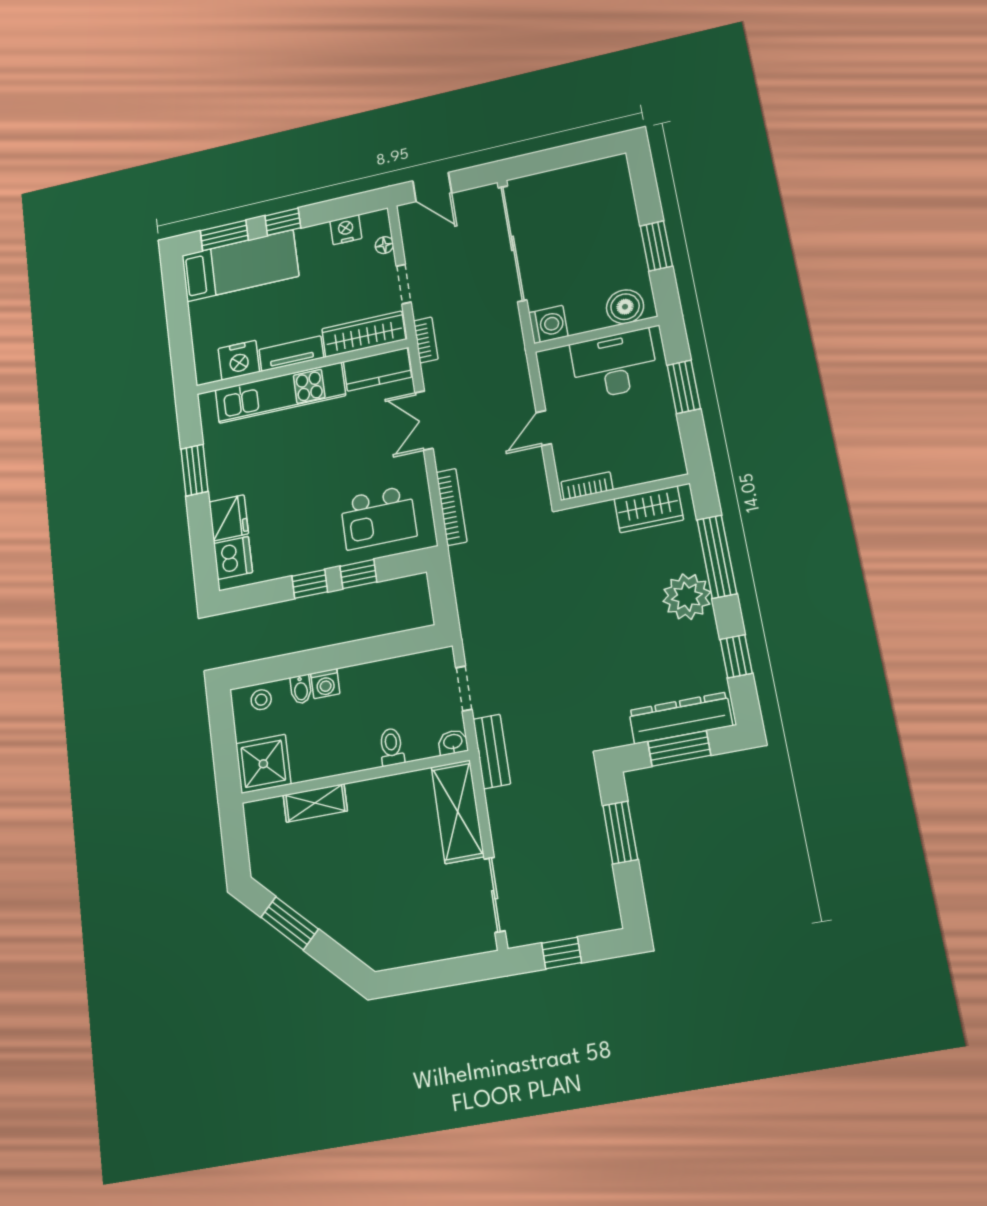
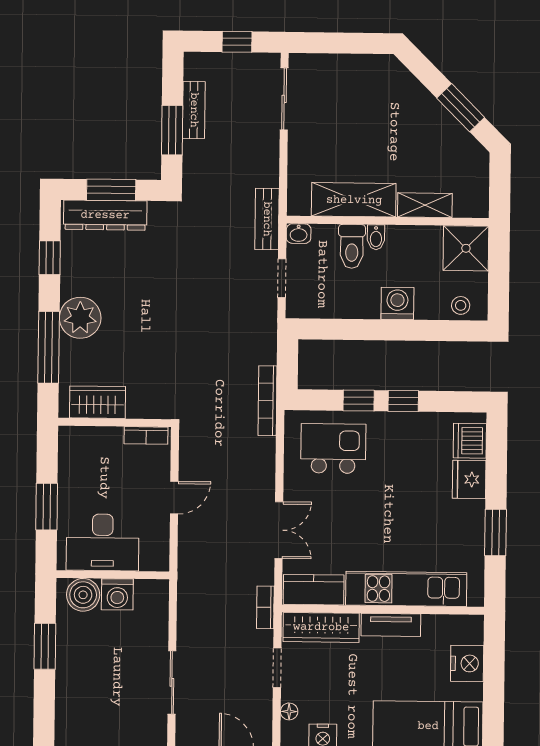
sliding door: (512, 243) -> (172, 682), width x0.54
washing machine: (548, 324) -> (117, 594), moved, turned -90
nightstand: (239, 360) -> (467, 663), moved, turned 90
bookcase: (451, 507) -> (267, 401), moved
washing machine: (325, 684) -> (397, 303), width x1.38, depth x1.38
bidet: (301, 689) -> (376, 237), moved, turned 180
toilet: (392, 747) -> (352, 246), width x1.37, depth x1.39
shelving: (458, 812) -> (354, 200), moved, turned 90
bench: (599, 861) -> (194, 110), added

